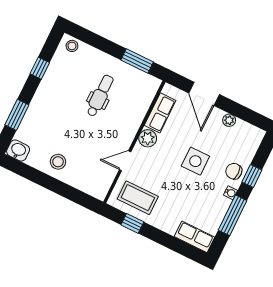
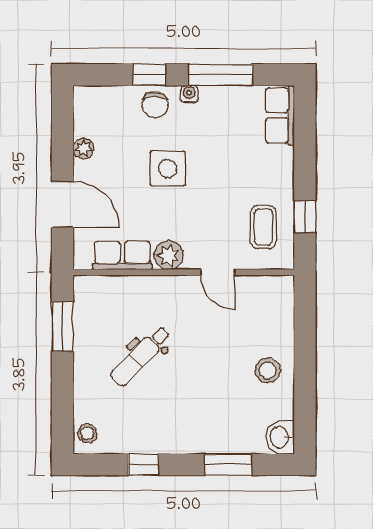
door: (204, 94) -> (63, 204), hinge flipped
dental chair: (100, 96) -> (140, 356), turned -45
coffee table: (138, 198) -> (263, 227), width x0.73, depth x0.77

